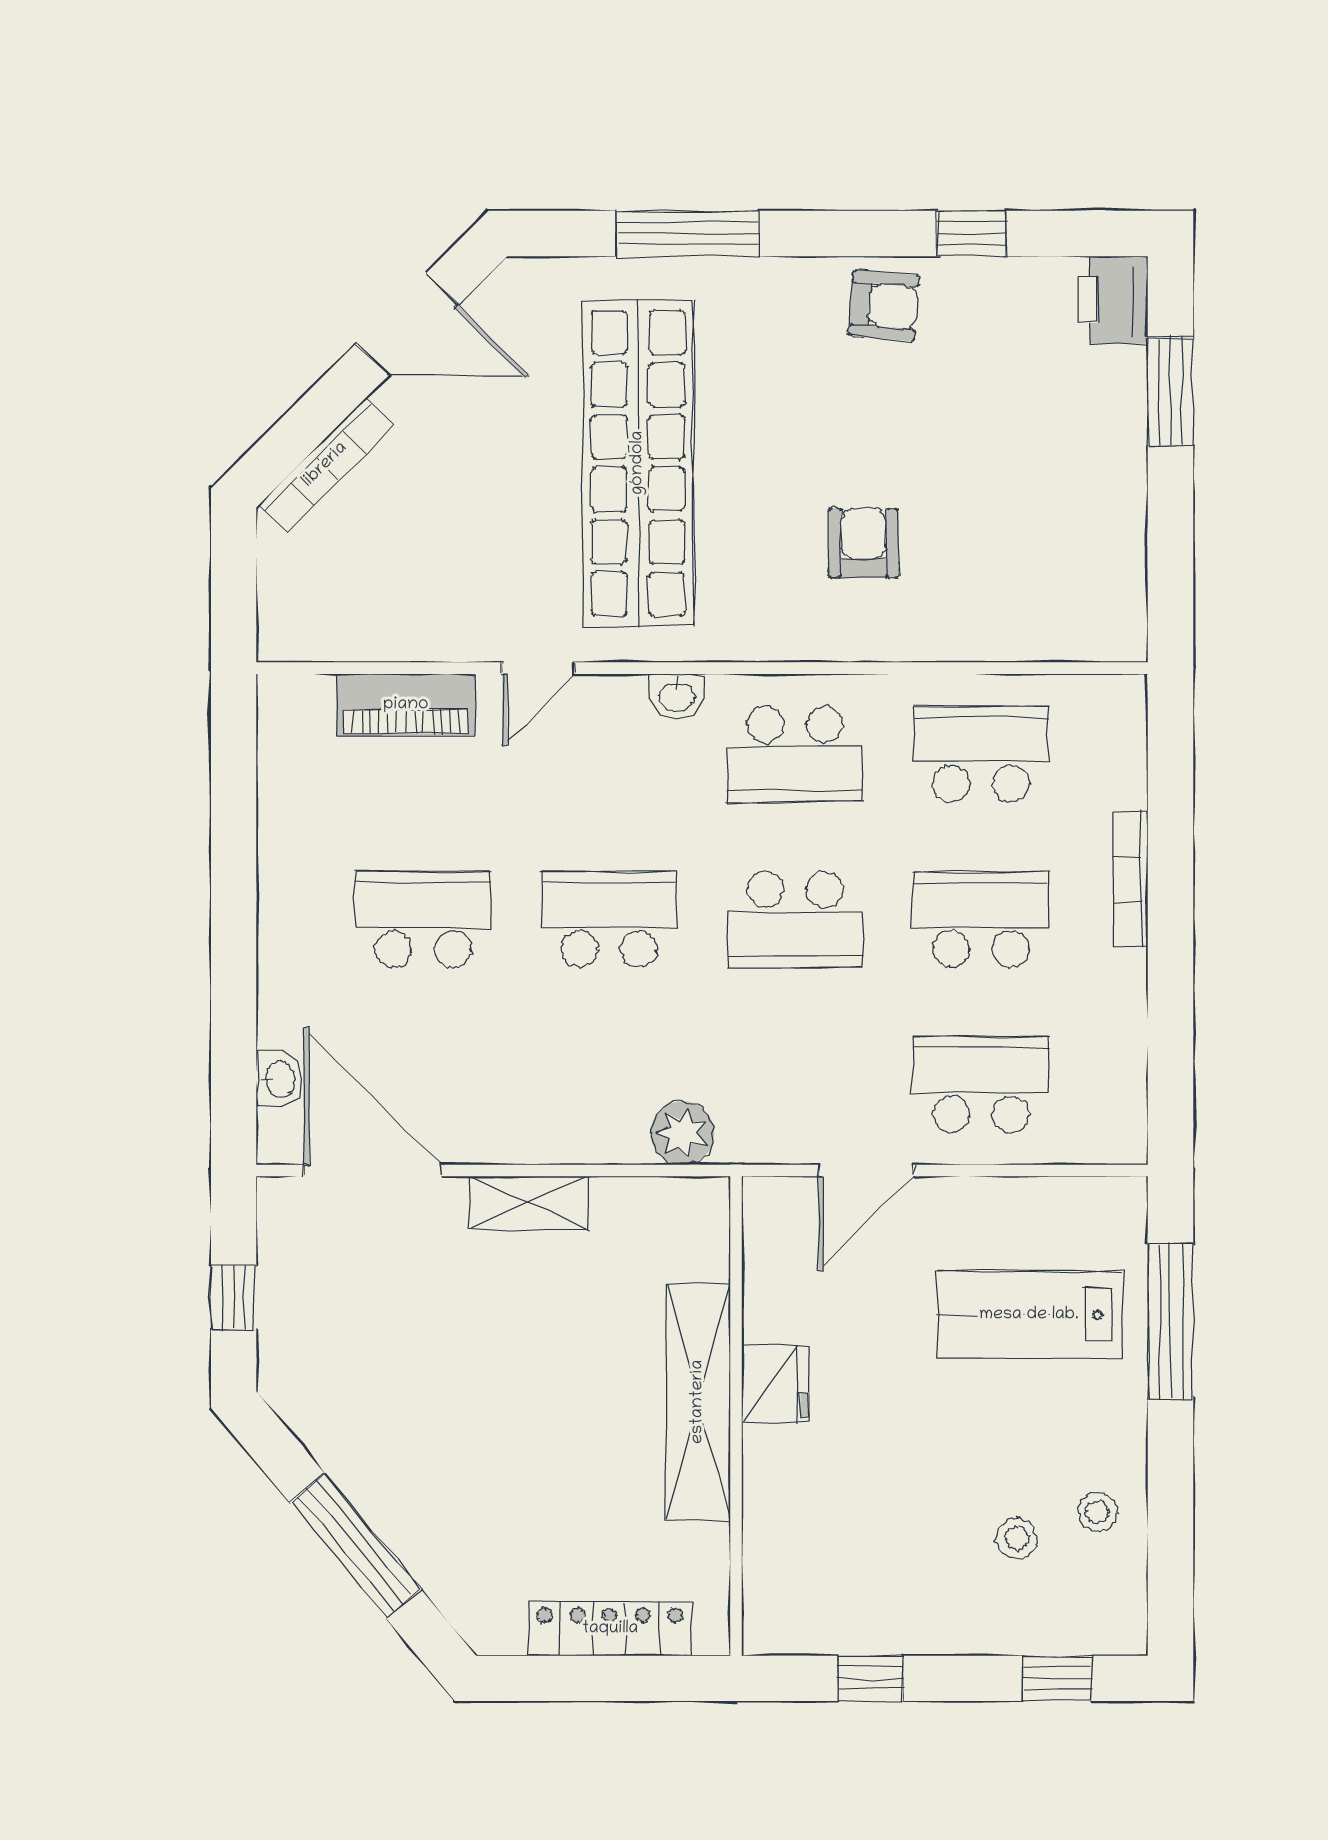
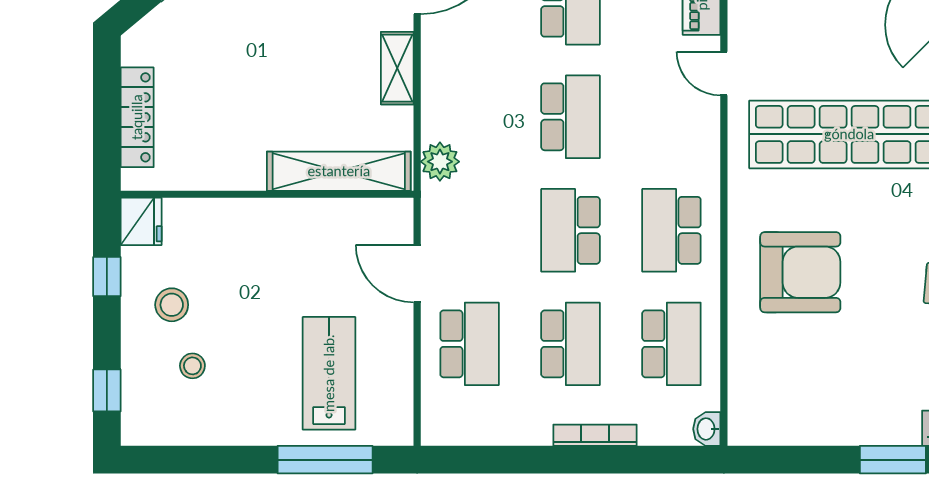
armchair: (864, 543) -> (800, 272), width x1.88, depth x1.88
washbasin: (677, 696) -> (707, 429), moved
fridge: (775, 1385) -> (141, 221), moved, turned -90
shelving: (698, 1402) -> (339, 171), moved
stool: (1097, 1512) -> (172, 305), moved, width x1.37, depth x1.37

